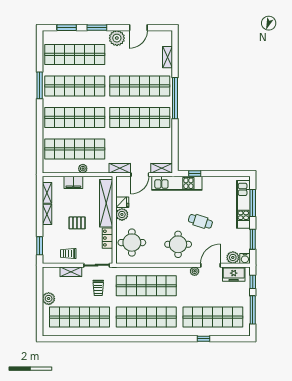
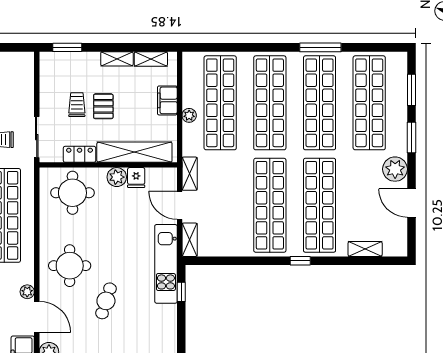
window: (175, 98) -> (300, 261), width x0.32
trolley: (68, 254) -> (77, 105), moved
shelving: (71, 272) -> (27, 97), removed

